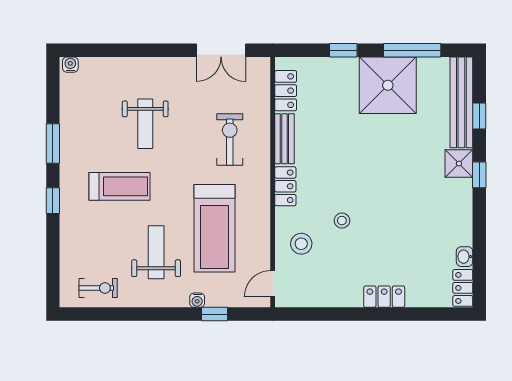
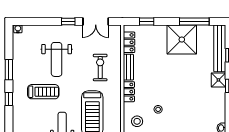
window: (168, 50) -> (68, 21), added
window: (343, 50) -> (147, 21), moved
weight bench: (145, 124) -> (57, 59), width x1.36, depth x1.33

